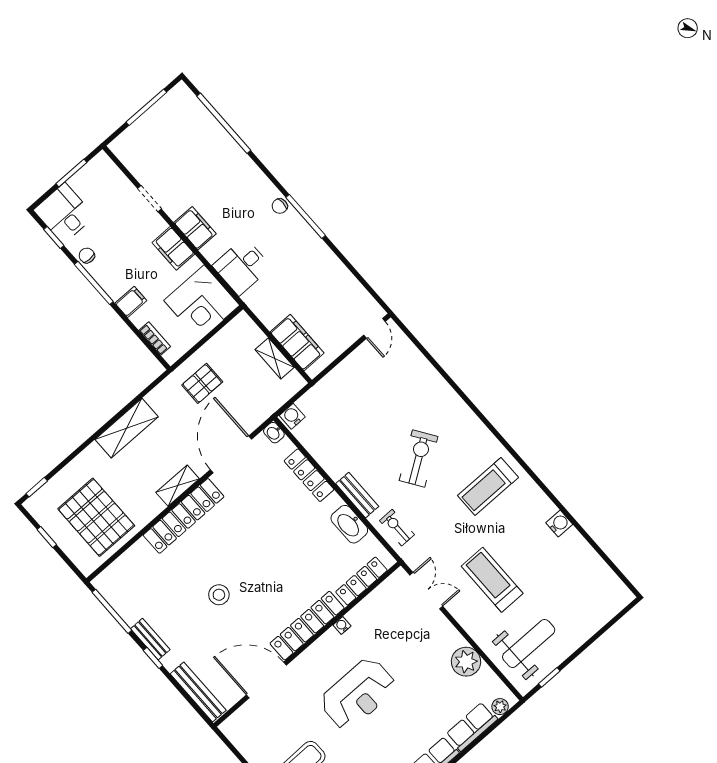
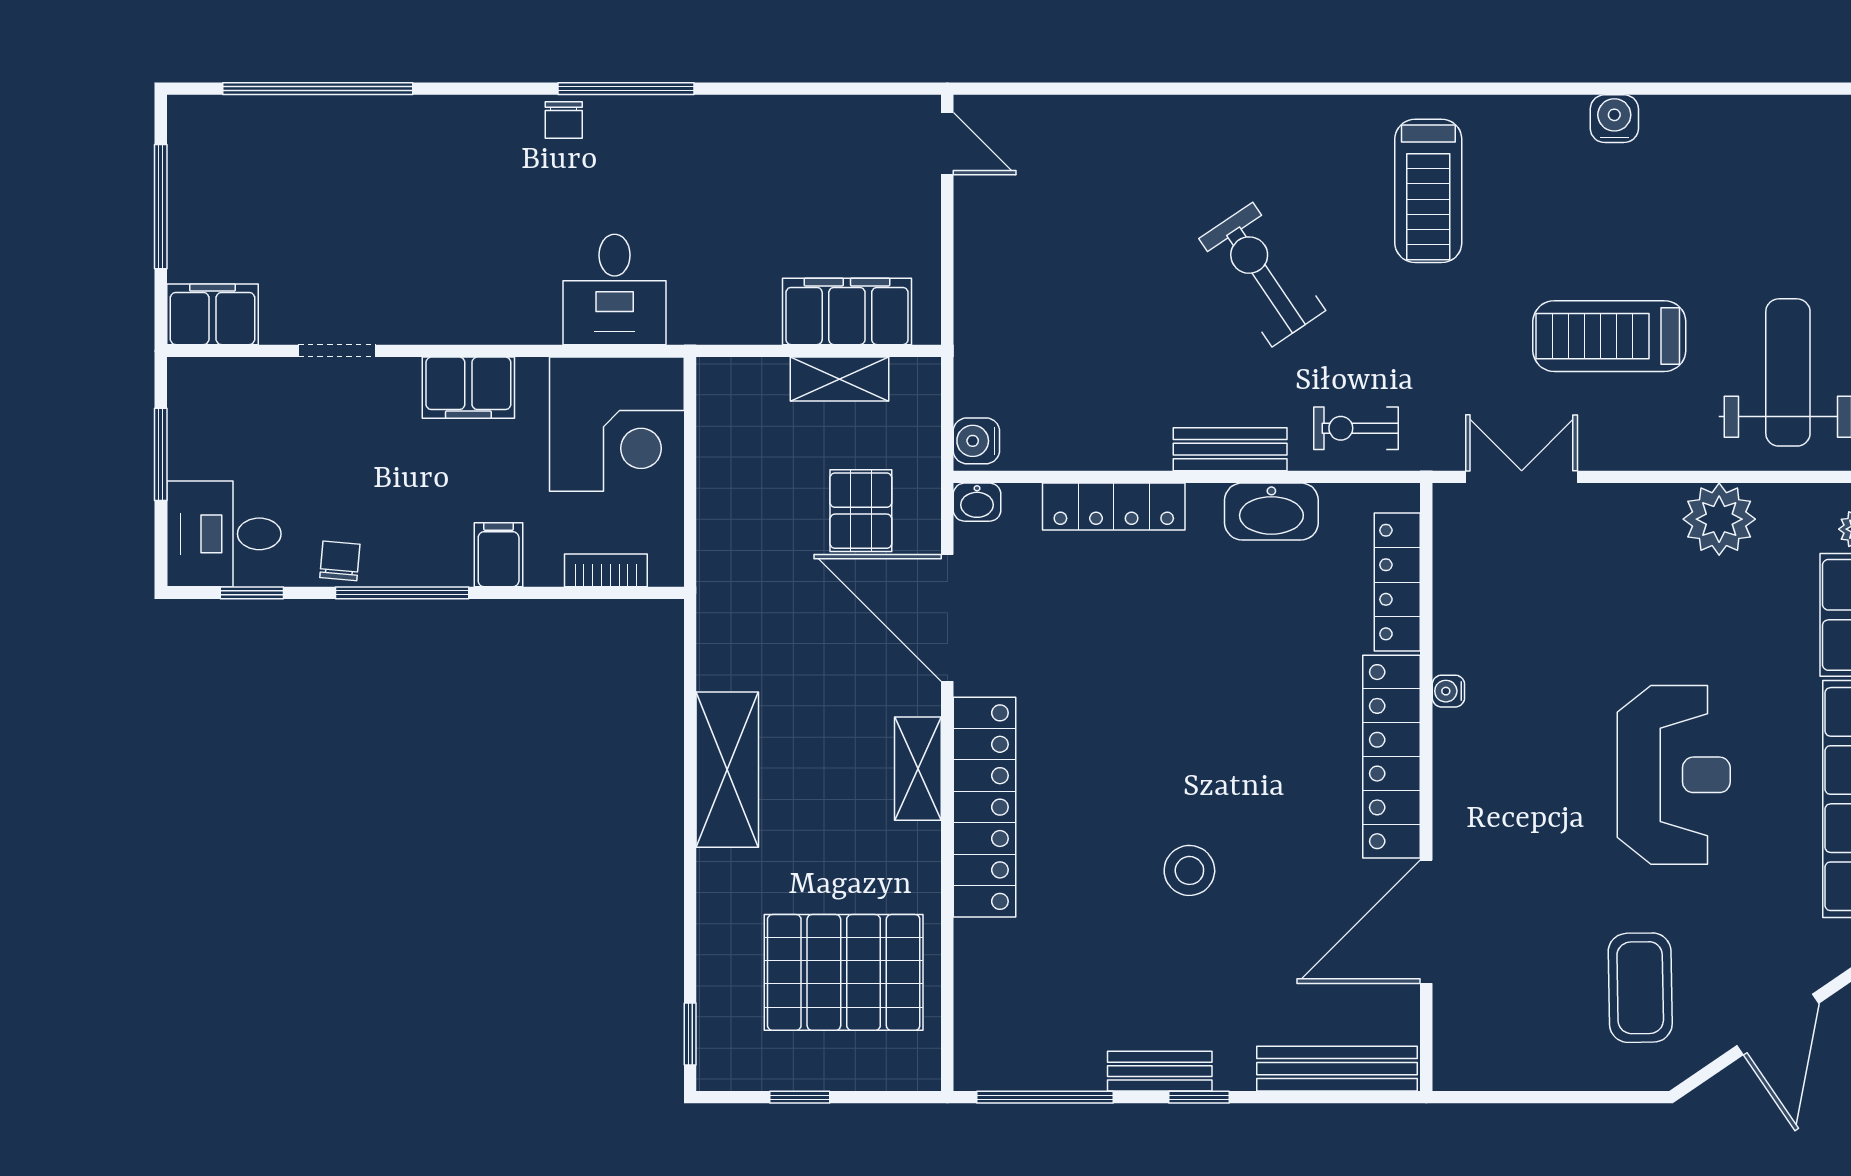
filing cabinet: (195, 228) -> (212, 314), moved
chair: (87, 255) -> (340, 561), turned 95
pallet: (202, 383) -> (861, 511), moved
reception desk: (358, 694) -> (1674, 775), moved

